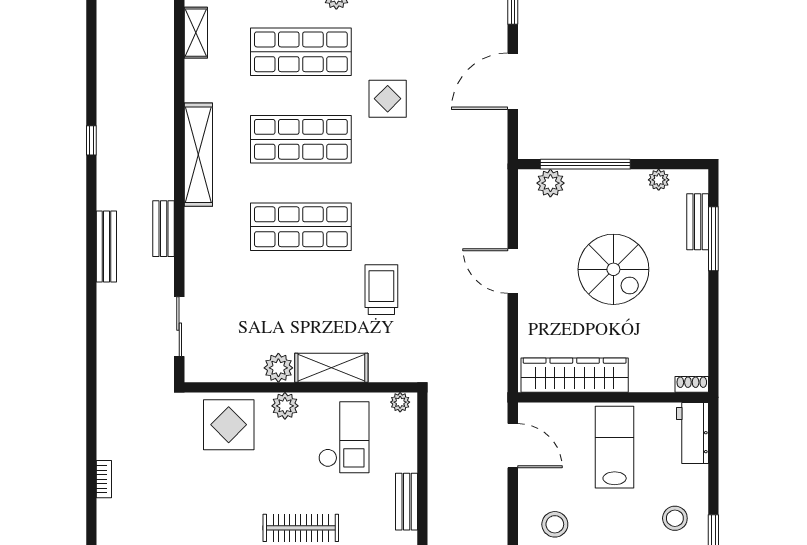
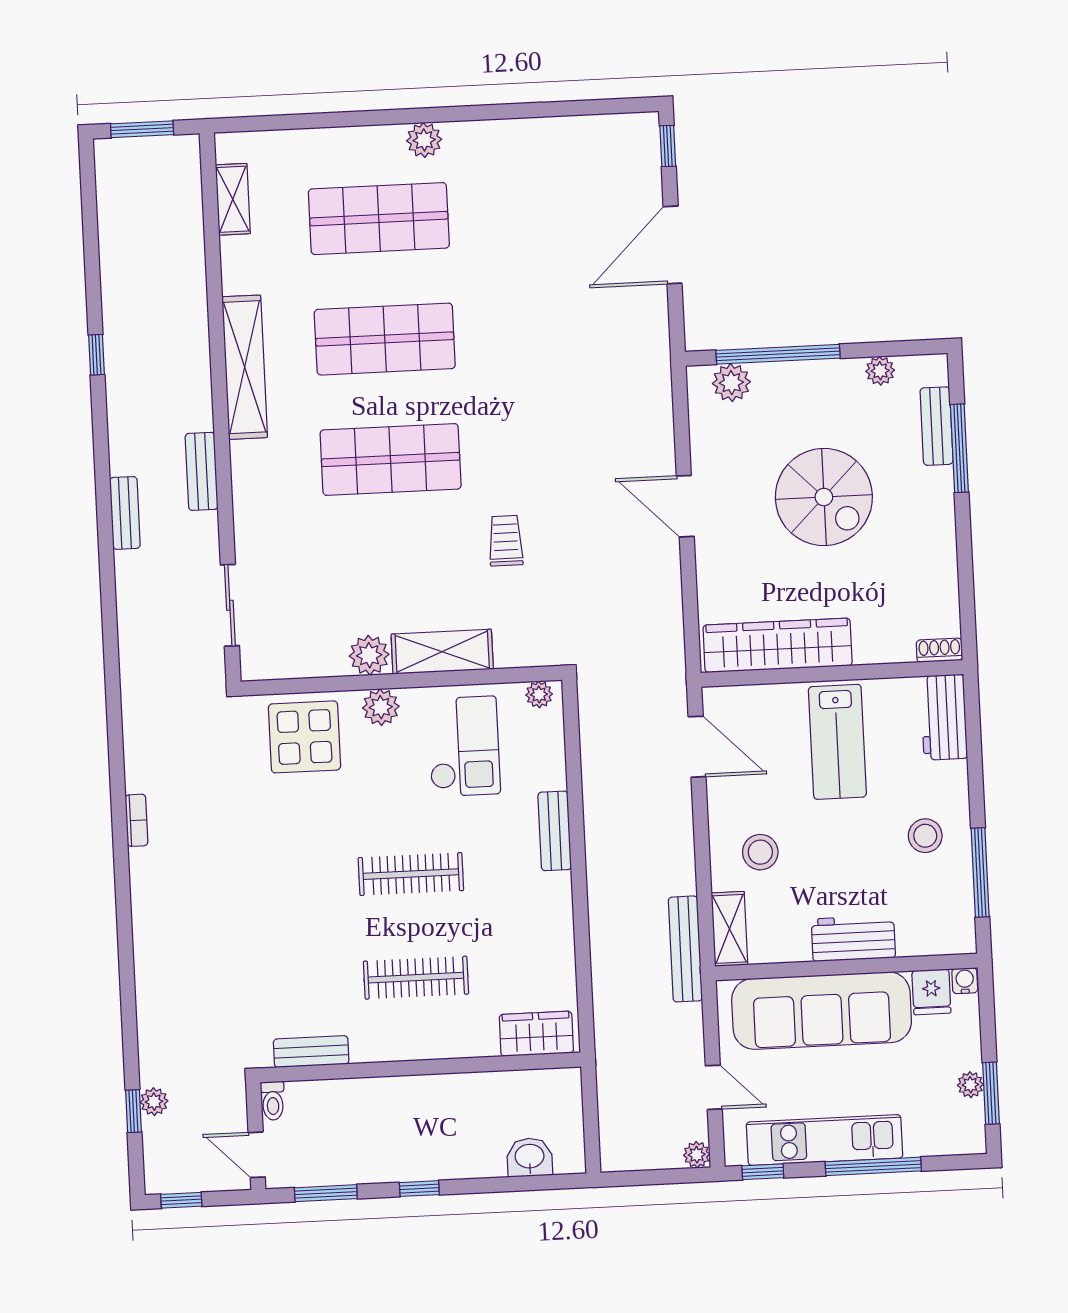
display table: (388, 99) -> (501, 277), removed
bench: (106, 247) -> (125, 513), width x0.73
trolley: (381, 290) -> (506, 541), width x0.73, depth x0.72
lab bench: (615, 447) -> (837, 742), turned 180

